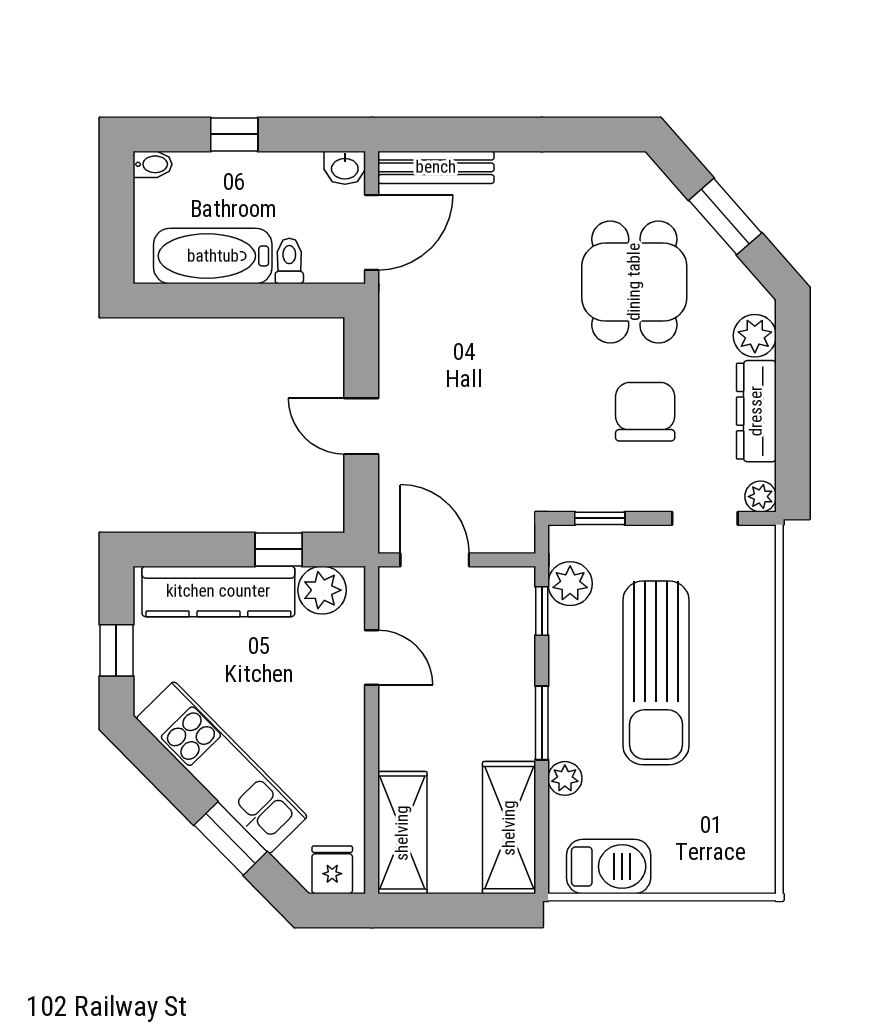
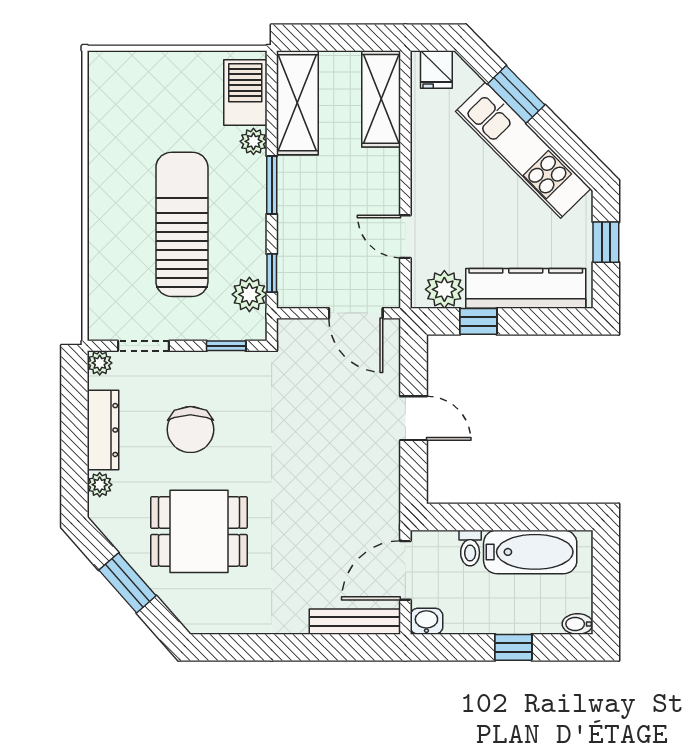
dining table: (634, 282) -> (199, 531), turned 90
plant: (755, 336) -> (100, 485), width x0.73, depth x0.73
barbecue: (609, 867) -> (245, 93), moved, turned 90

